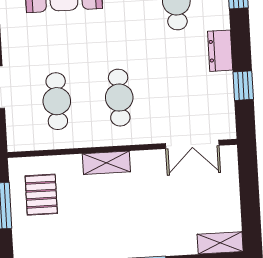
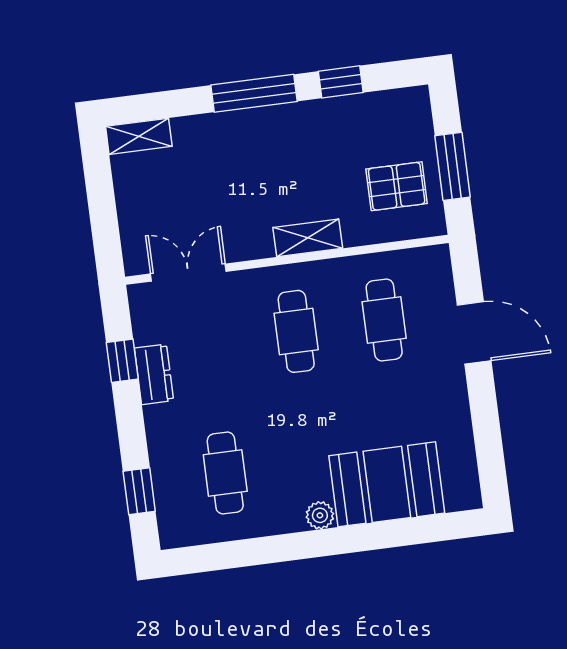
dresser: (220, 51) -> (154, 374), moved
pallet: (41, 195) -> (397, 186), turned 90

